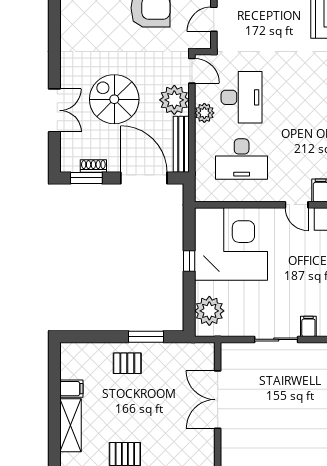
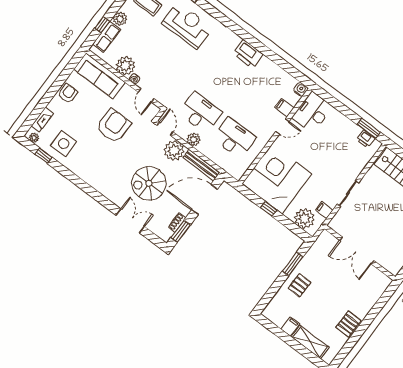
door: (192, 71) -> (165, 129), hinge flipped
desk: (242, 159) -> (234, 138), turned -90
filing cabinet: (308, 326) -> (324, 210), moved

